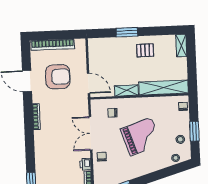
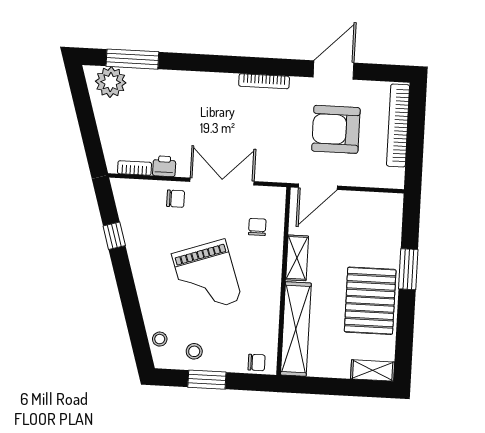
pallet: (145, 50) -> (370, 301), width x2.05, depth x2.00
armchair: (58, 77) -> (336, 129), turned 90

